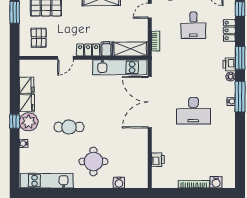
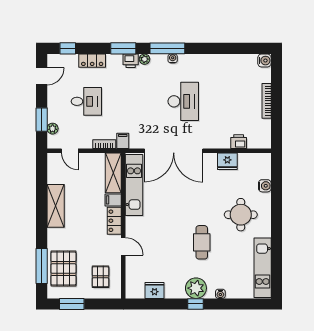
pallet: (39, 38) -> (100, 277), turned 90
filing cabinet: (159, 57) -> (123, 141), added
fridge: (27, 103) -> (227, 161), moved, turned 180
water cooler: (216, 182) -> (264, 61), moved

